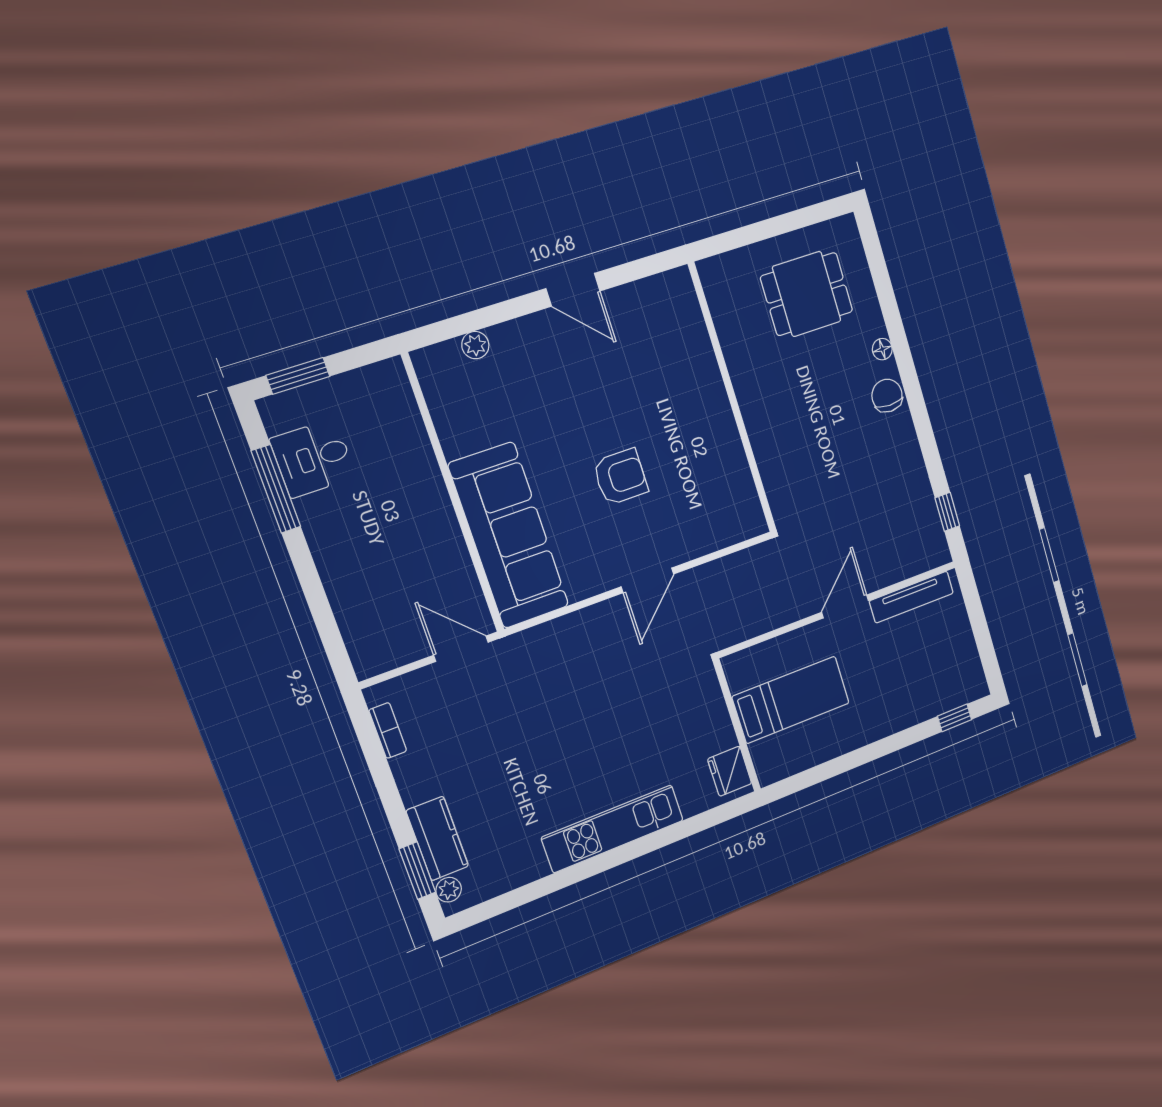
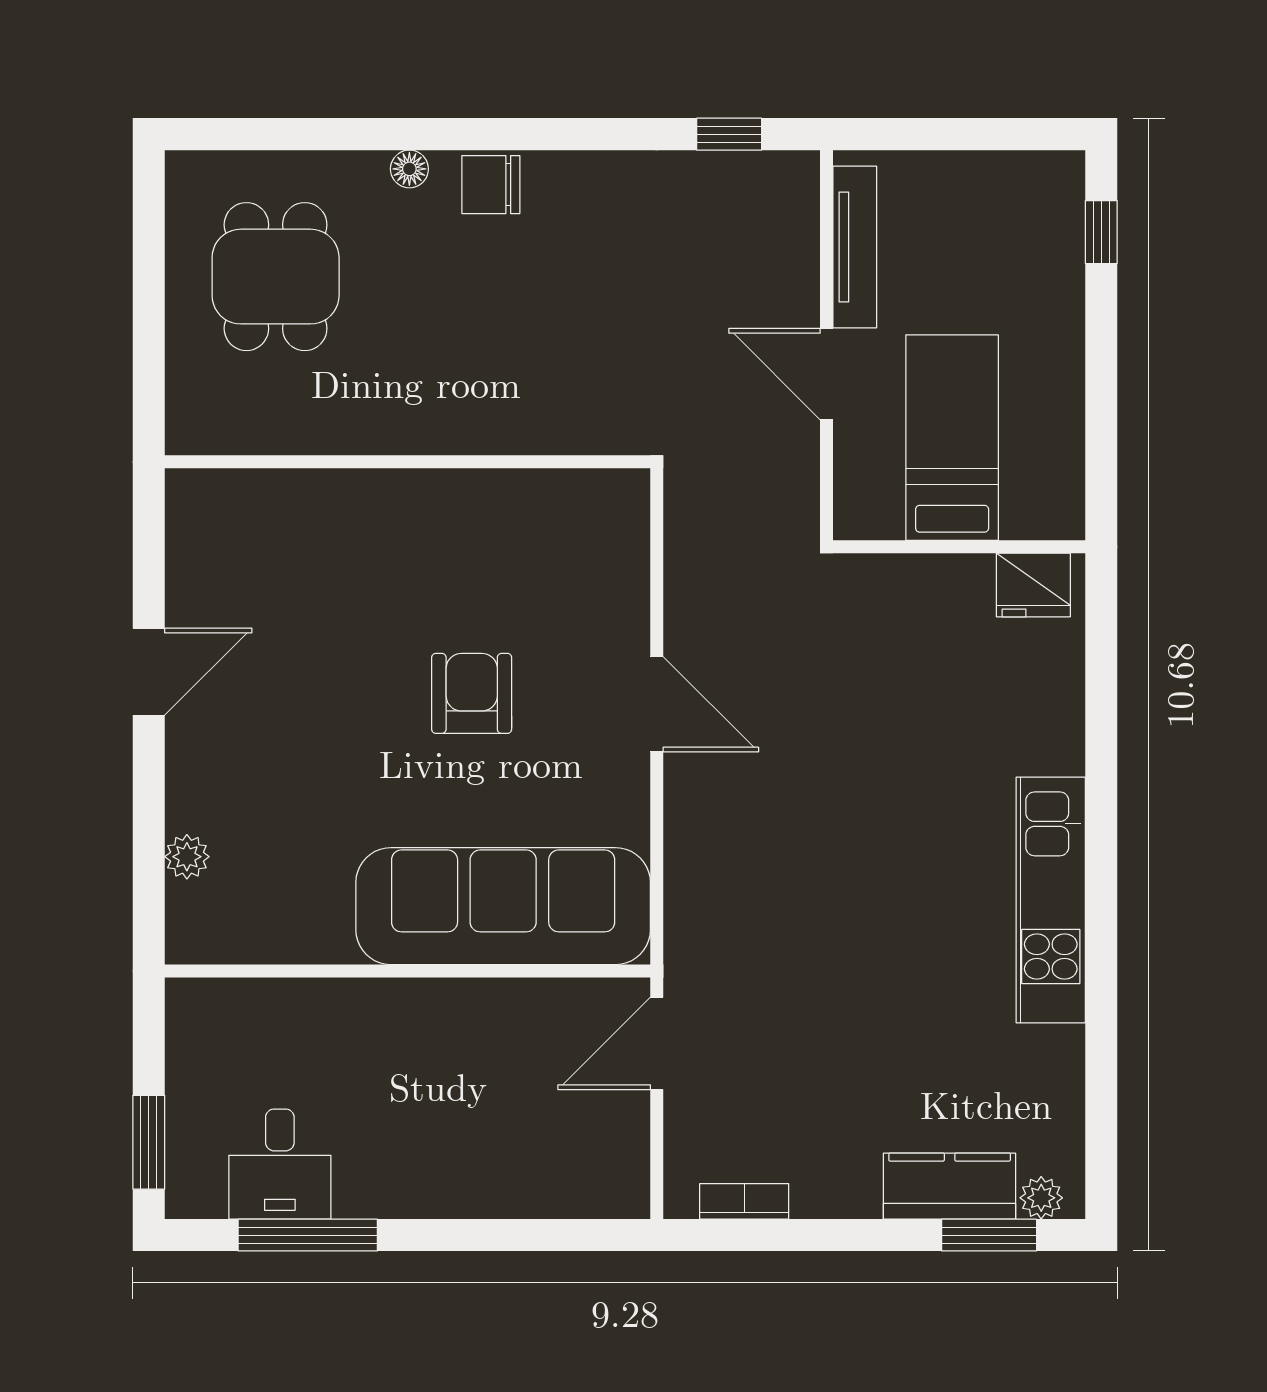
bed: (791, 700) -> (952, 438), moved
wall: (737, 725) -> (959, 547), moved
fridge: (730, 771) -> (1033, 585), moved

